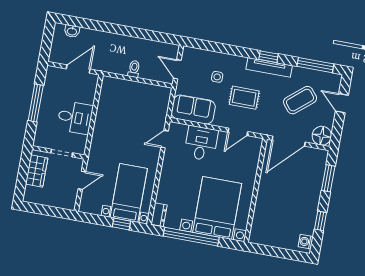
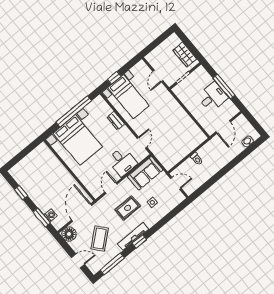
desk: (75, 118) -> (213, 97), moved, turned 180
dresser: (159, 215) -> (116, 121), moved
washing machine: (306, 242) -> (51, 215), moved

